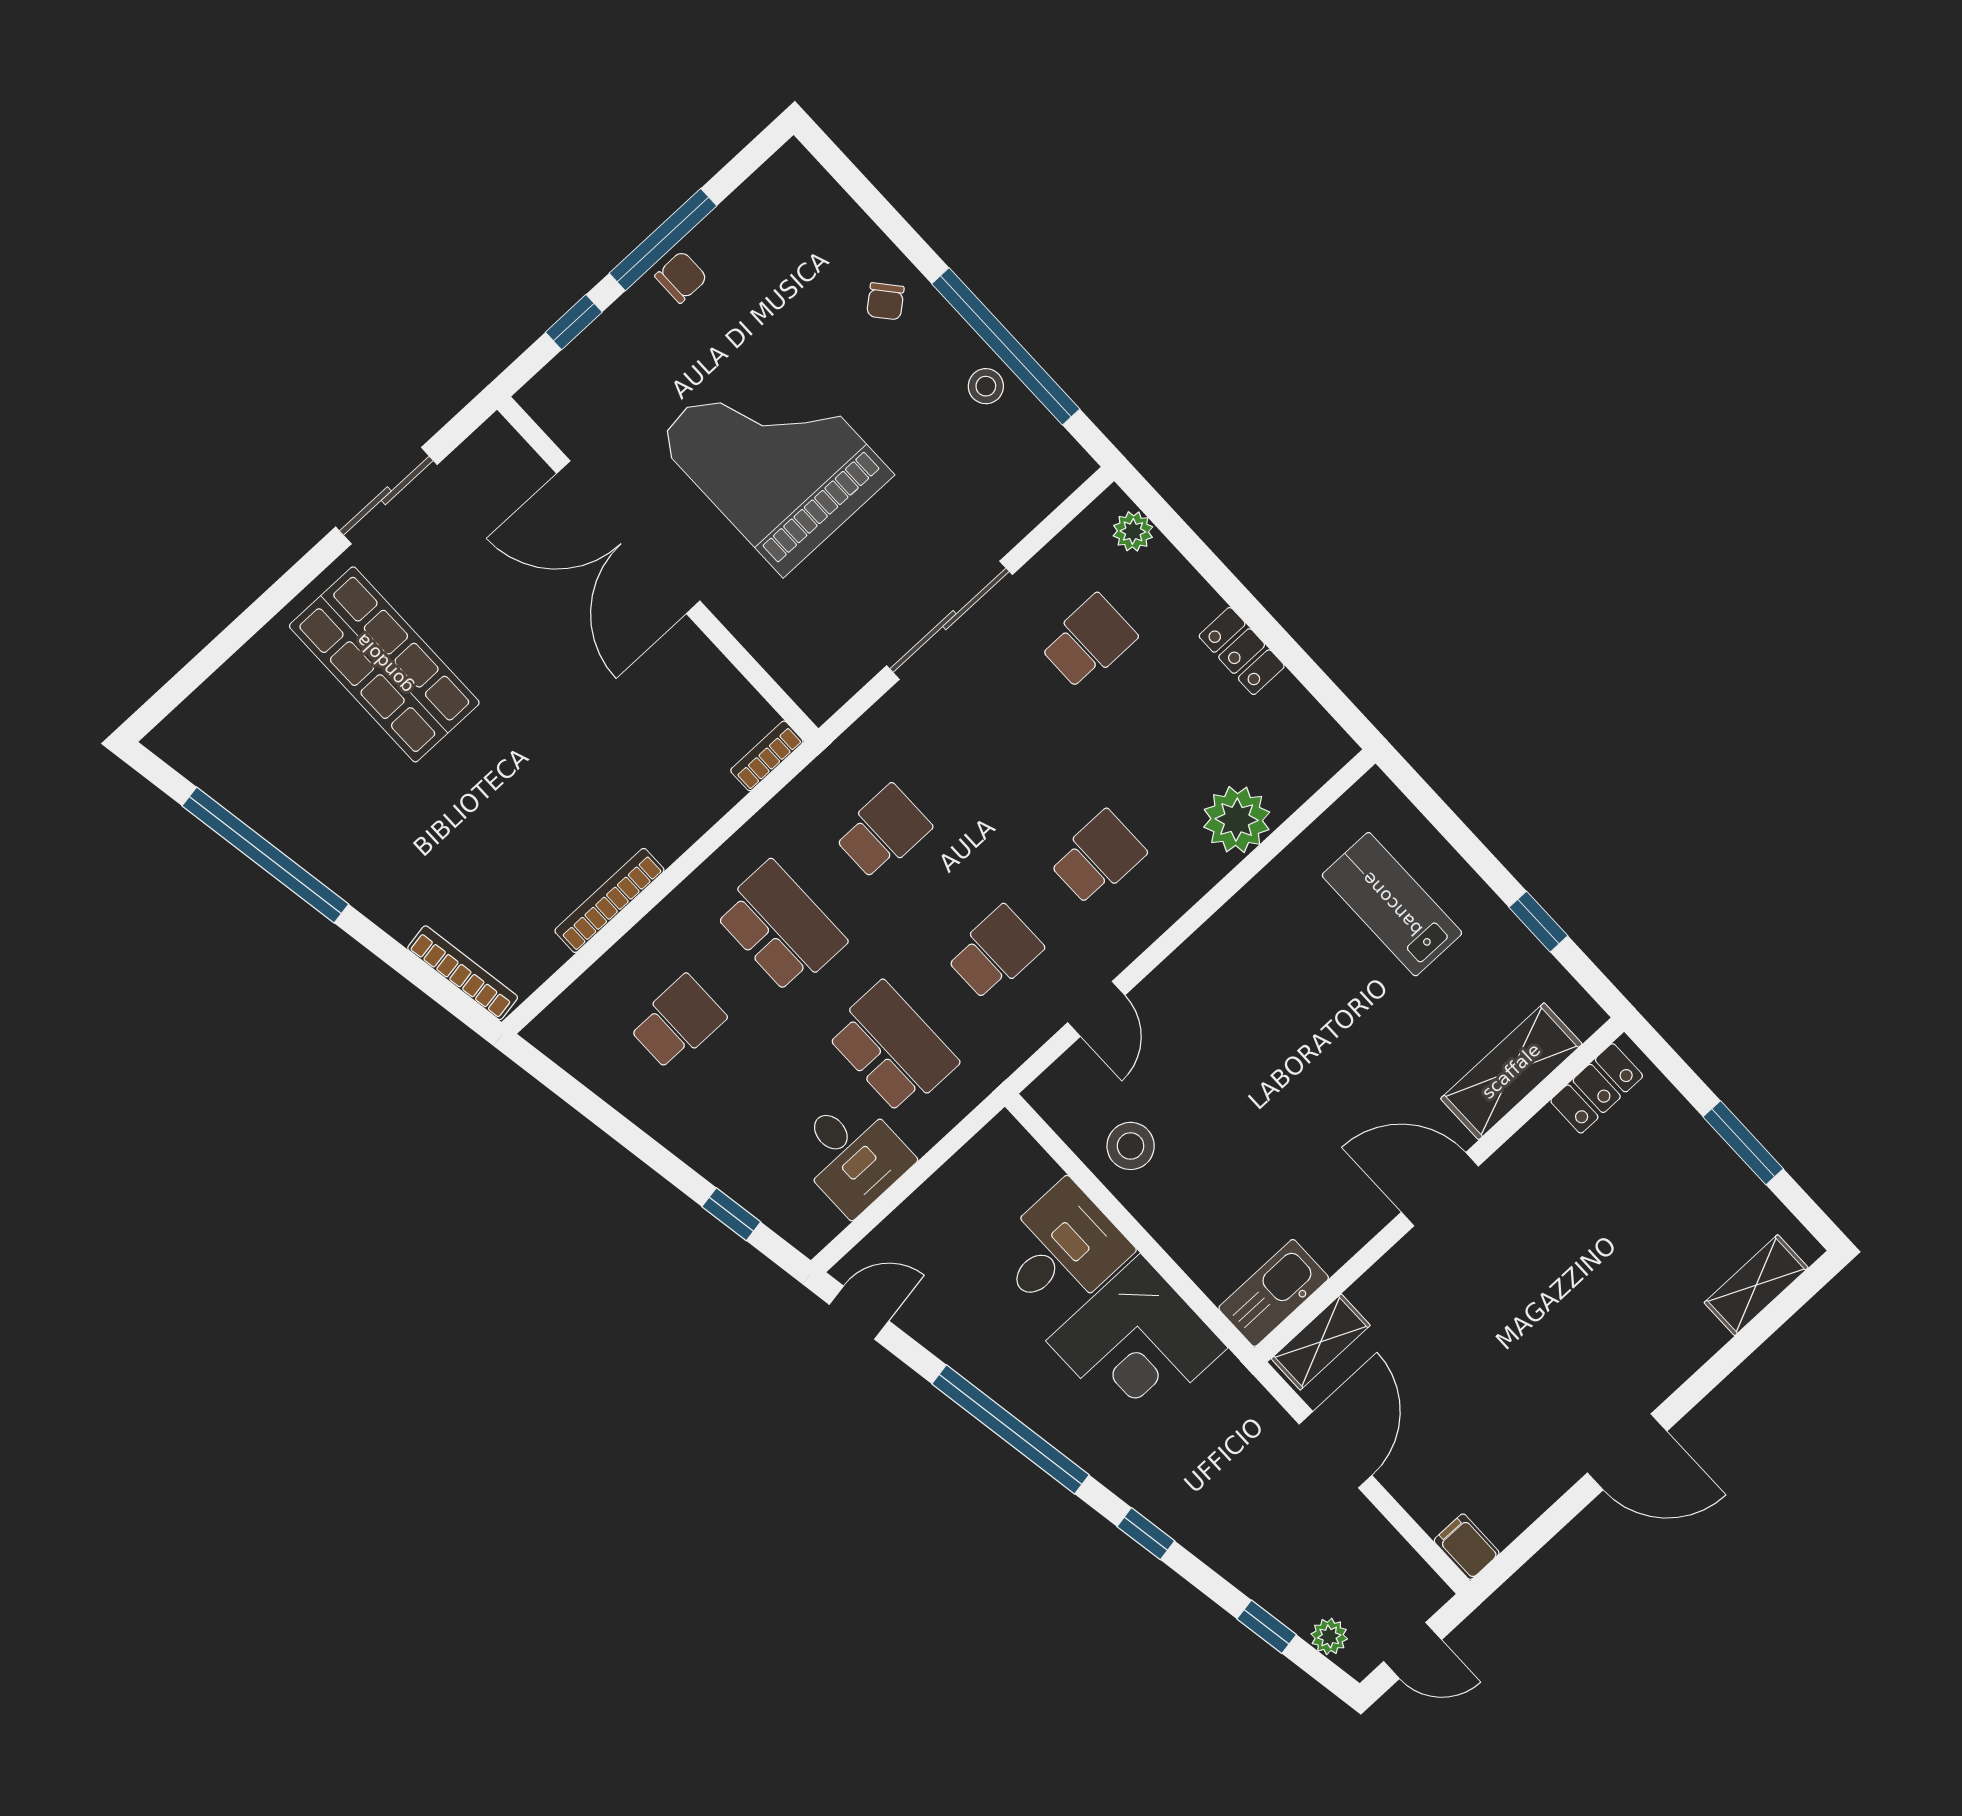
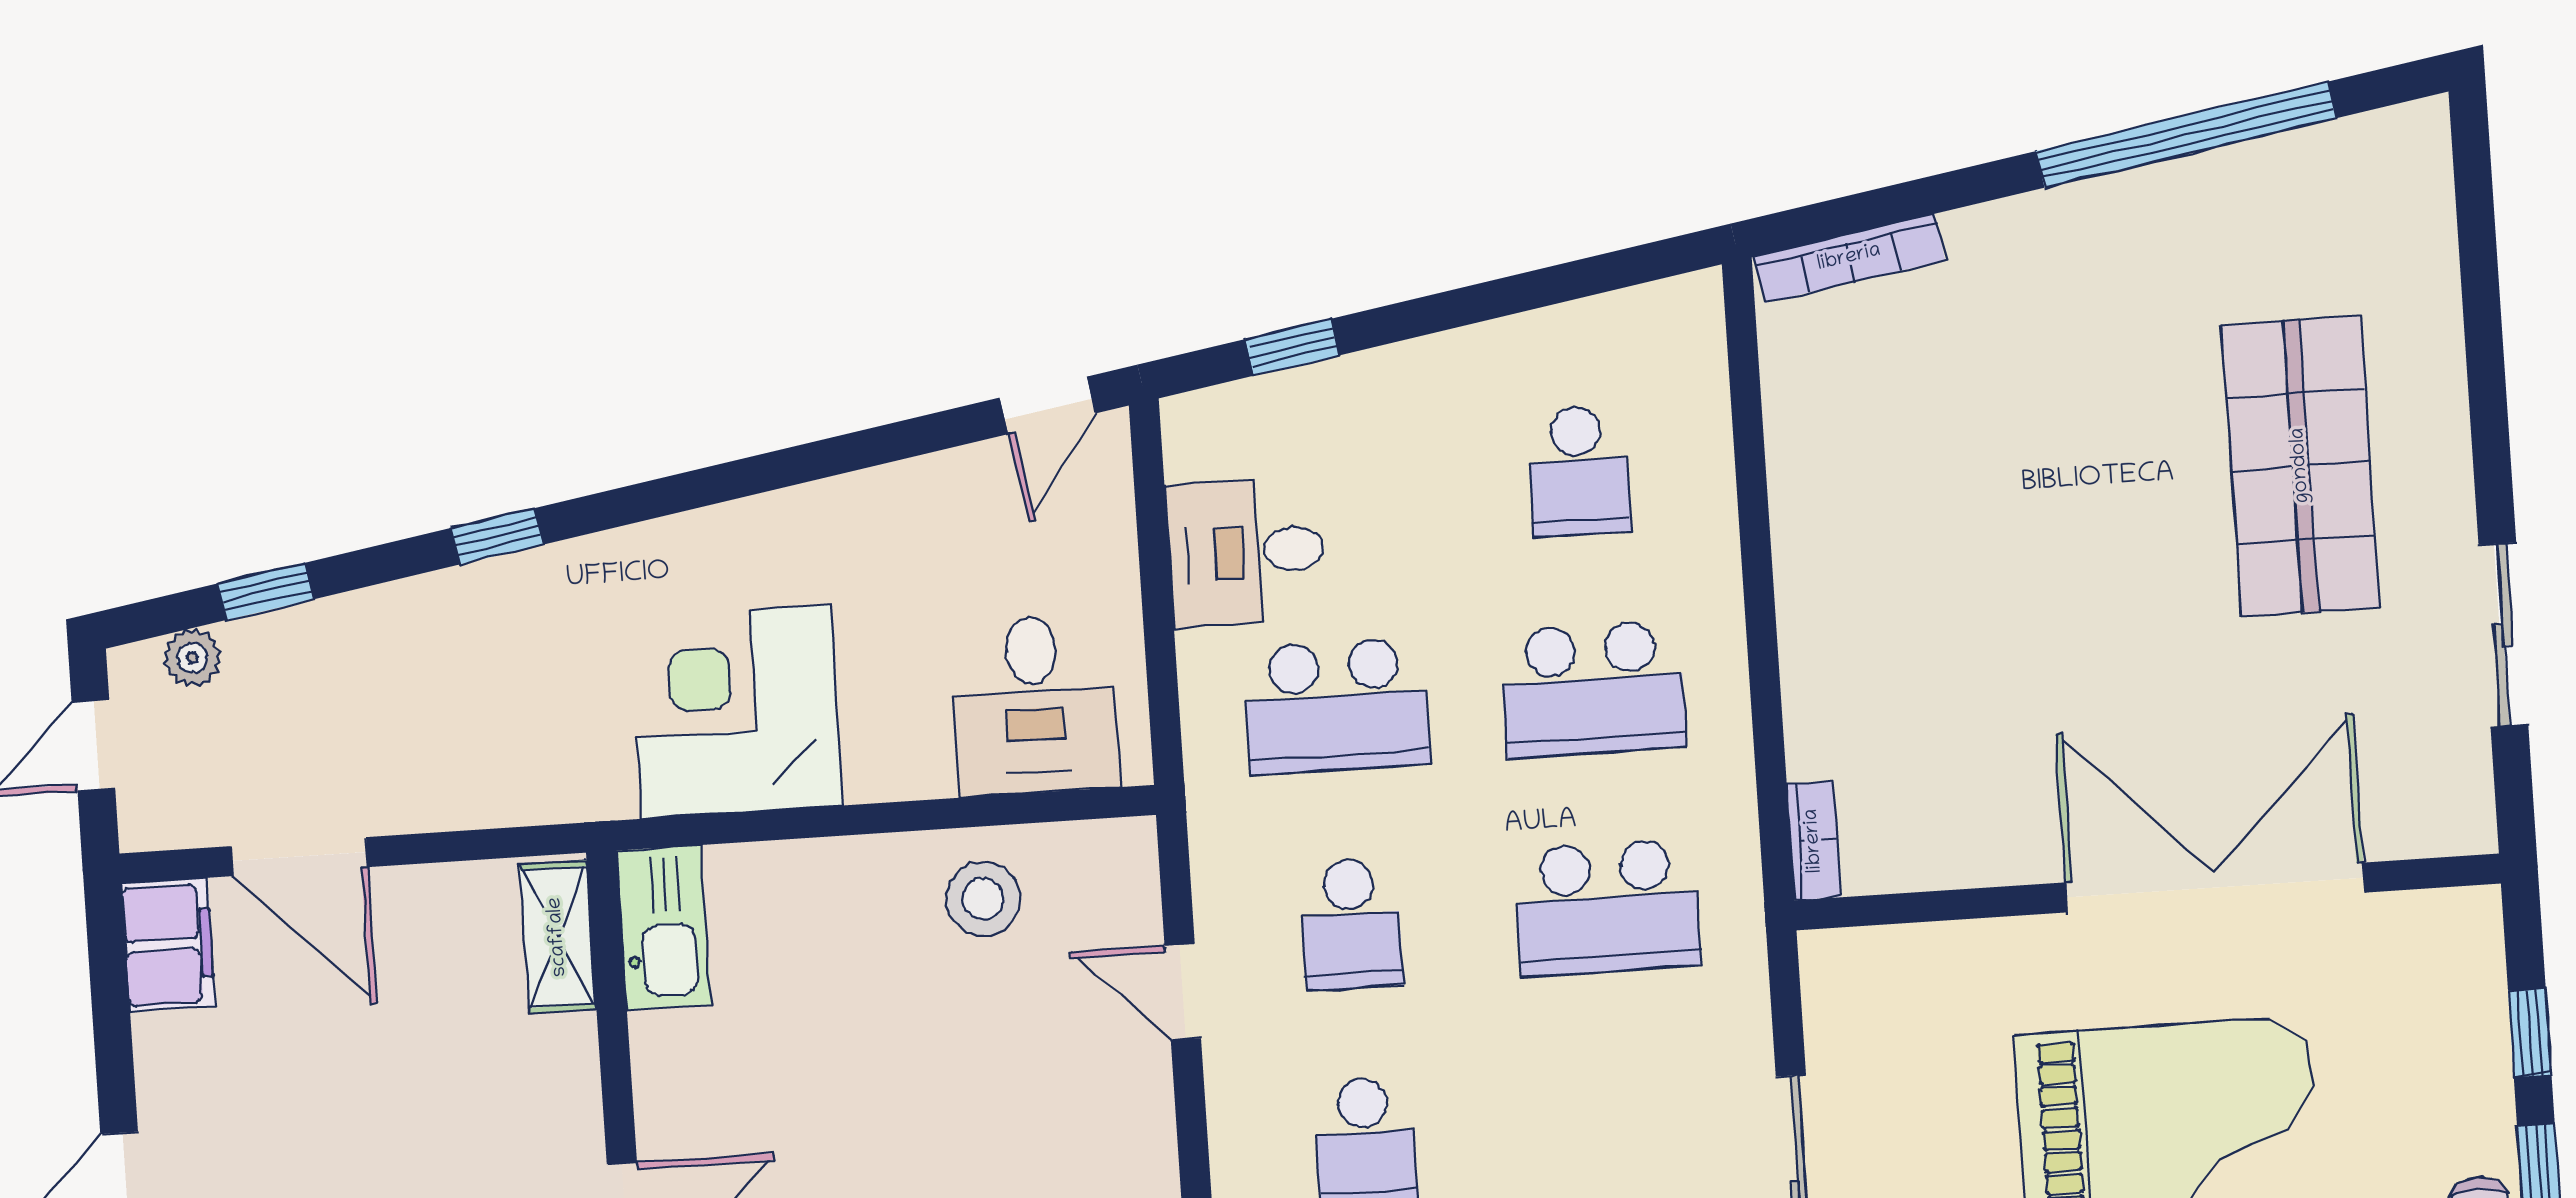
shop shelf: (384, 664) -> (2301, 466), turned 90
school desk: (883, 832) -> (1607, 907), width x1.85
bookcase: (609, 900) -> (1793, 508), removed
desk: (1061, 1250) -> (1034, 705), moved
window: (1010, 1429) -> (757, 475), removed
door: (1336, 1450) -> (299, 857), moved
filing cabinet: (1467, 1547) -> (168, 945), width x2.00

